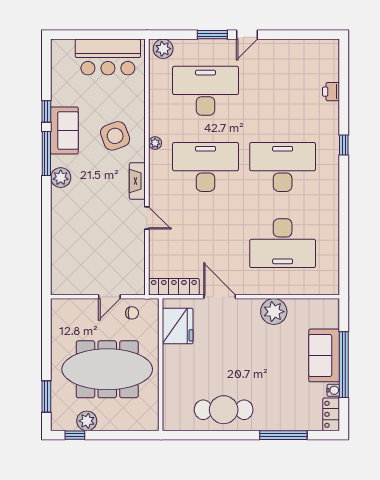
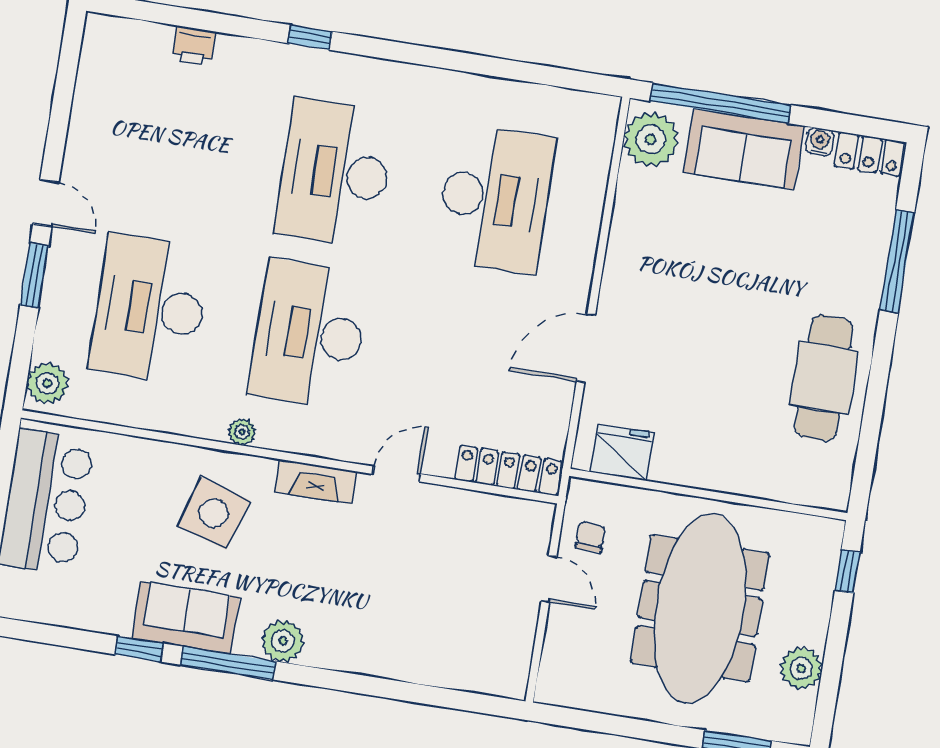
side table: (115, 136) -> (214, 513), turned 37
locker: (174, 287) -> (508, 470), moved, turned 90
plant: (274, 312) -> (651, 139), moved
fridge: (178, 326) -> (622, 452), width x0.73, depth x0.75
window: (344, 365) -> (721, 103), moved
window: (75, 435) -> (847, 571), moved

